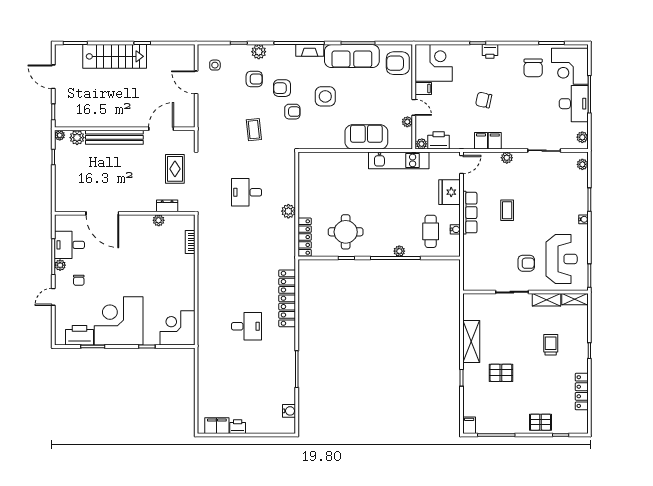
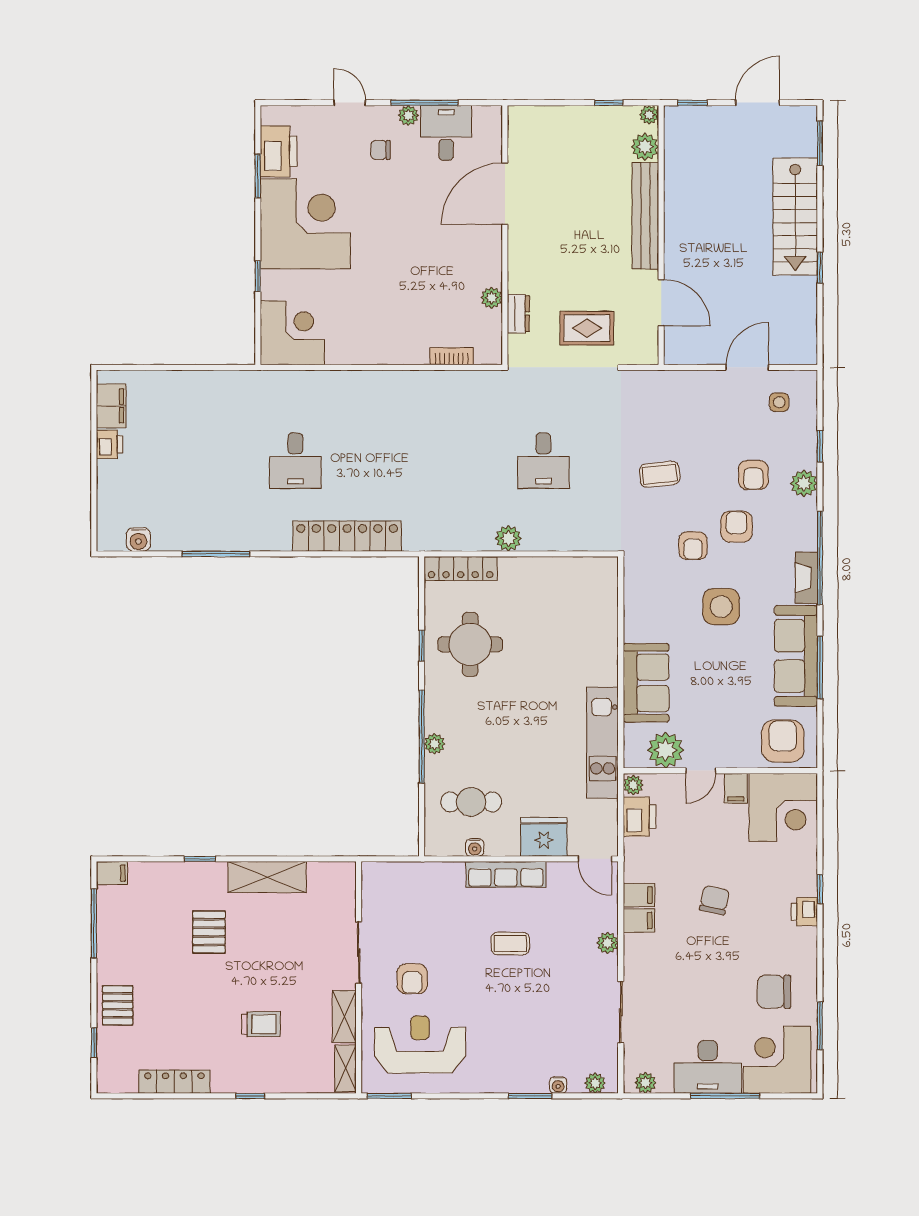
plant: (407, 122) -> (666, 750), width x1.88, depth x1.88
desk: (246, 192) -> (543, 461), turned 180
water cooler: (583, 219) -> (558, 1085), moved
reception desk: (562, 259) -> (420, 1044), turned 180

